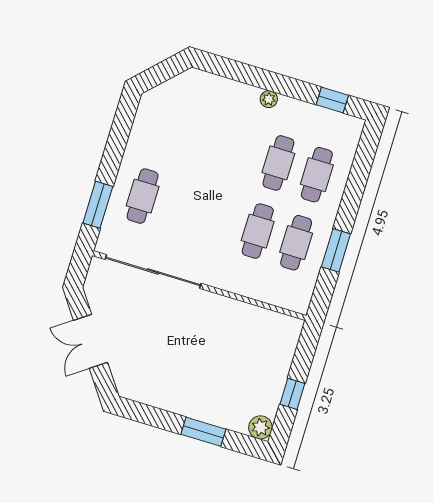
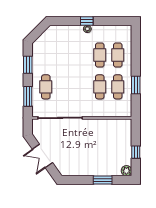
window: (332, 100) -> (87, 21), moved
window: (118, 137) -> (28, 65), added

